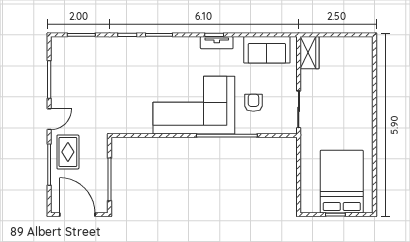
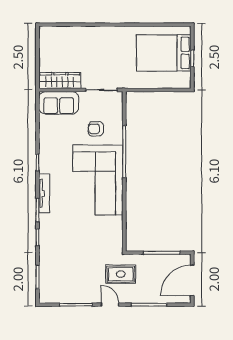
tv unit: (217, 43) -> (44, 193), moved, width x1.41
sofa: (267, 50) -> (59, 103), moved, turned 90
wardrobe: (310, 53) -> (60, 81), width x1.50
rug: (68, 152) -> (121, 274), moved

